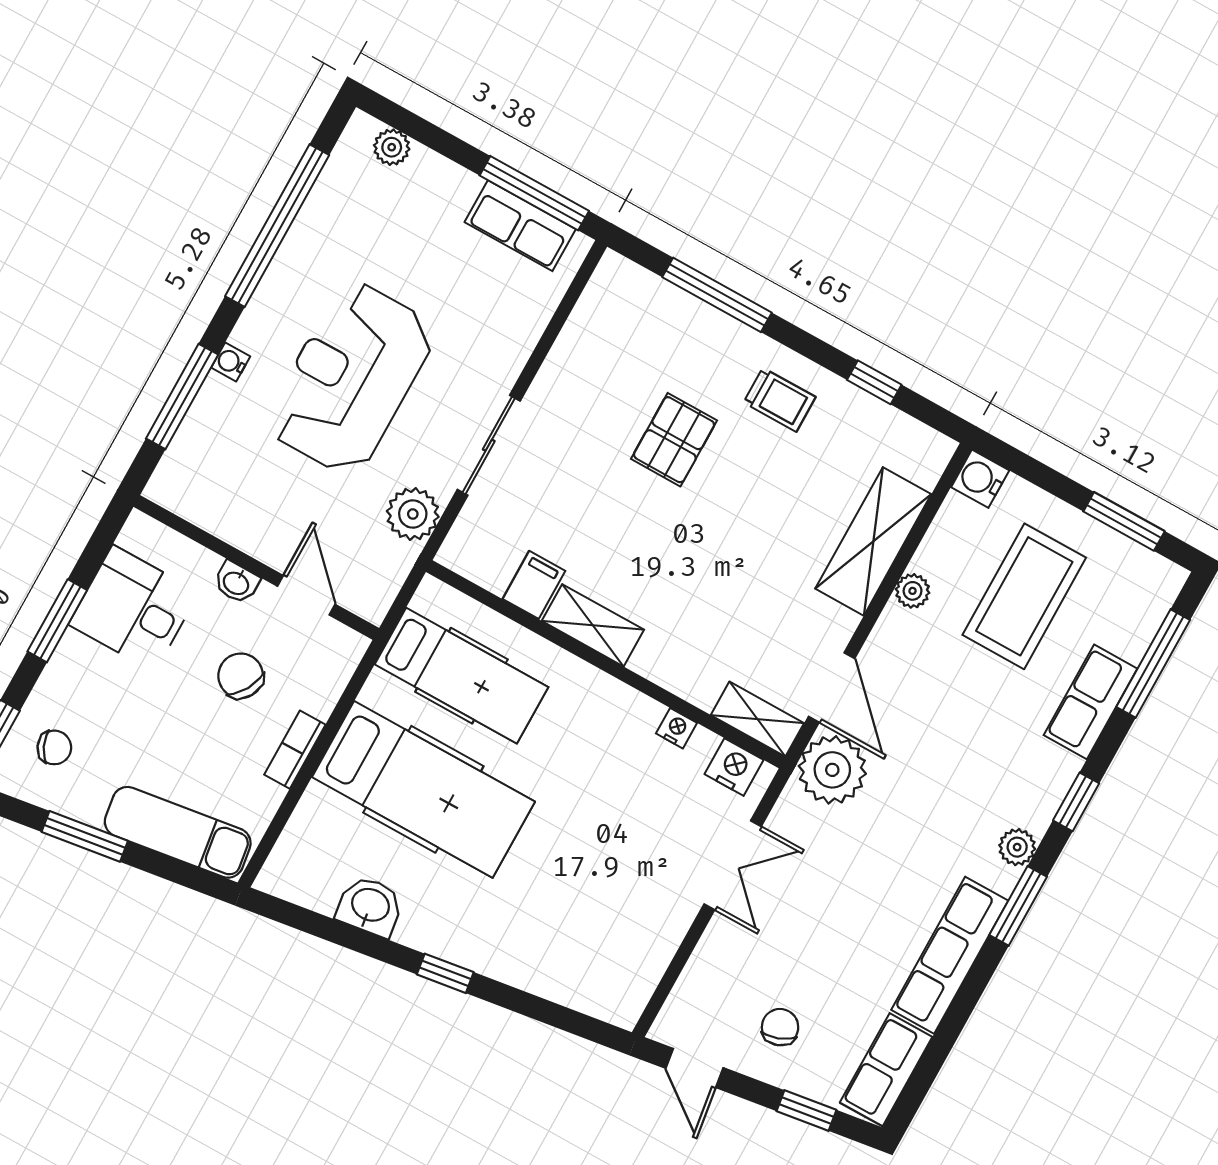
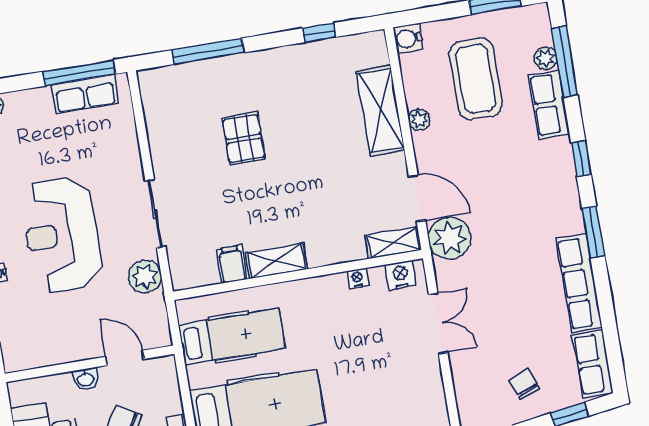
trolley: (780, 400) -> (280, 78), removed
plant: (1017, 847) -> (546, 58), moved

